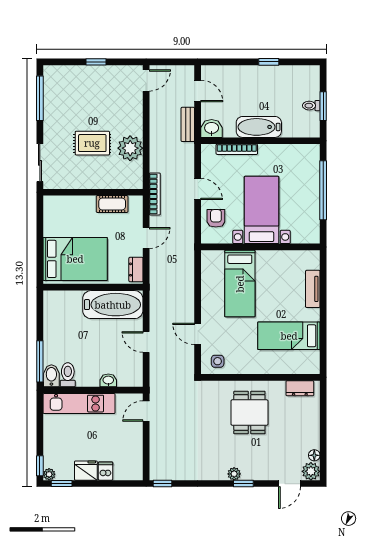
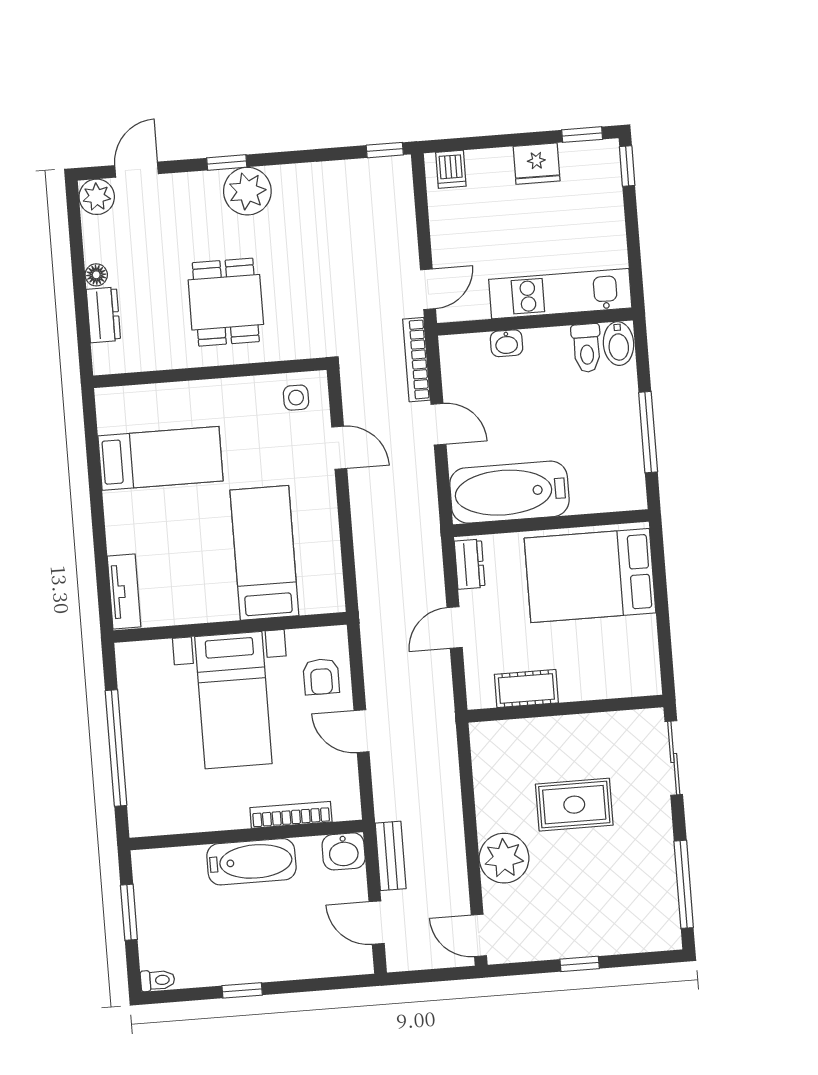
door: (146, 80) -> (479, 935), hinge flipped
toilet: (311, 106) -> (158, 980), moved
plant: (130, 148) -> (504, 858), moved
bookcase: (155, 194) -> (417, 360), moved
tv unit: (313, 289) -> (124, 591), moved
window: (40, 361) -> (648, 432), moved
dresser: (300, 388) -> (103, 315), moved, turned 90
floor lamp: (314, 455) -> (96, 275), moved
dishwasher: (106, 471) -> (451, 169), moved
plant: (49, 474) -> (608, 151), removed
plant: (234, 474) -> (247, 191), width x1.88, depth x1.88

